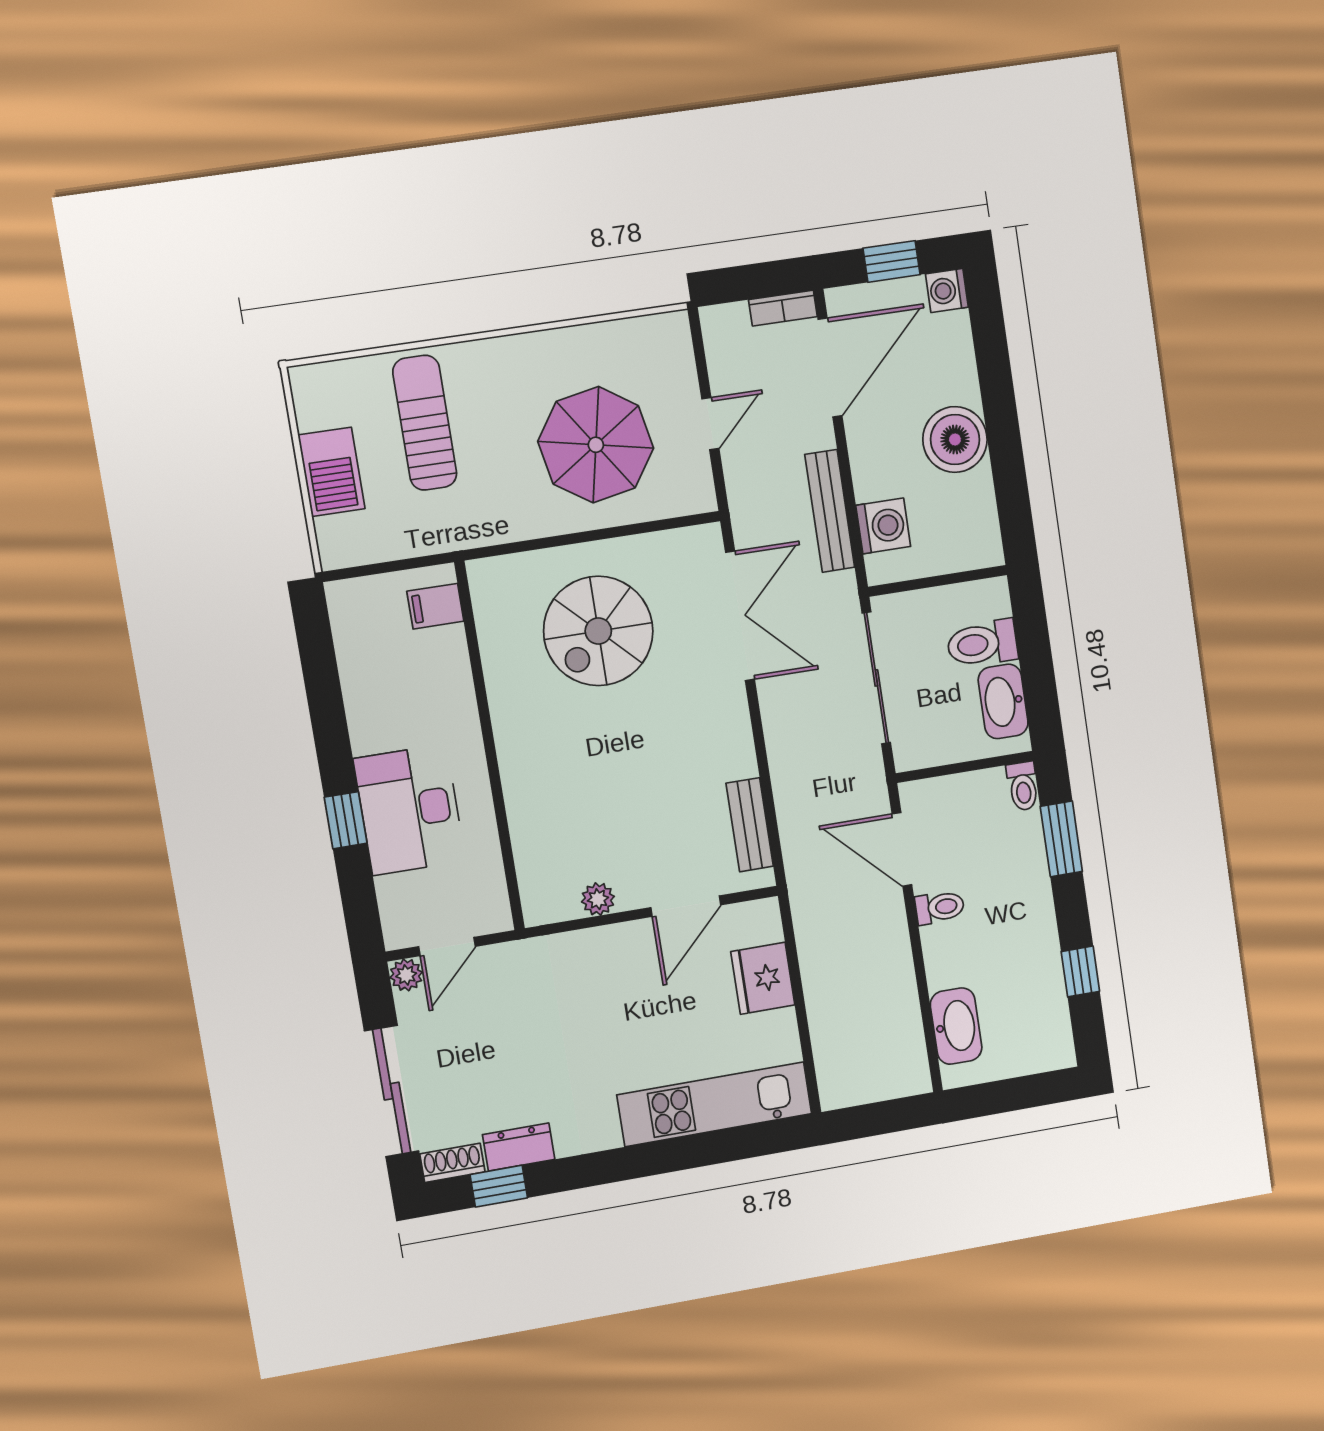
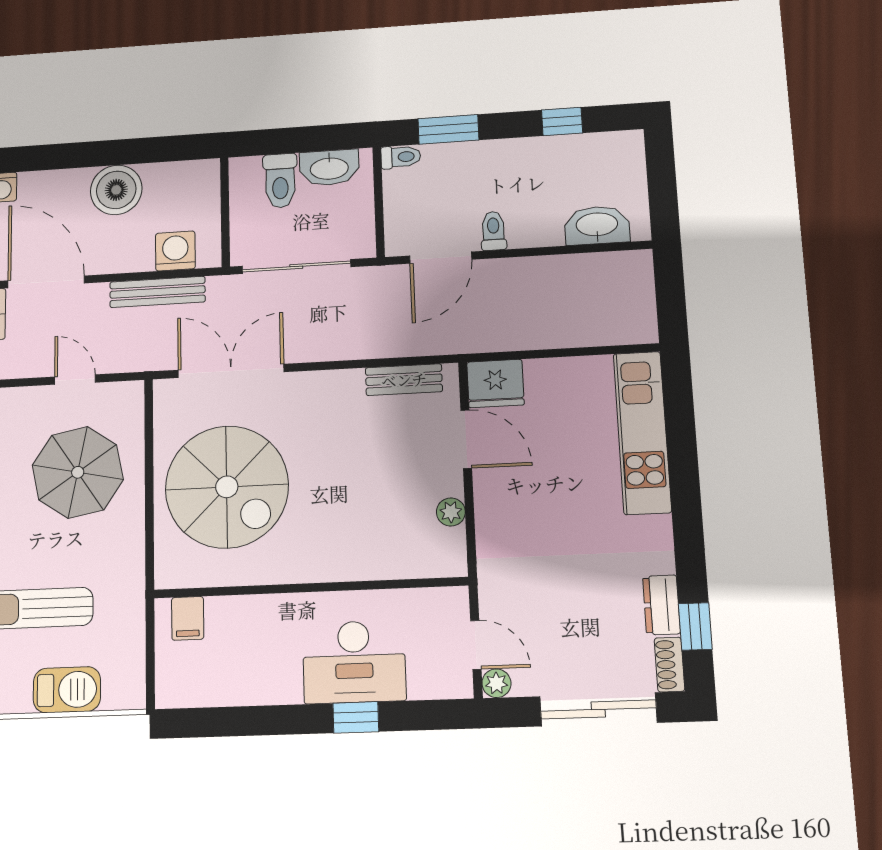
spiral stairs: (598, 631) -> (227, 487), width x1.37, depth x1.37
fridge: (763, 978) -> (495, 383), moved

